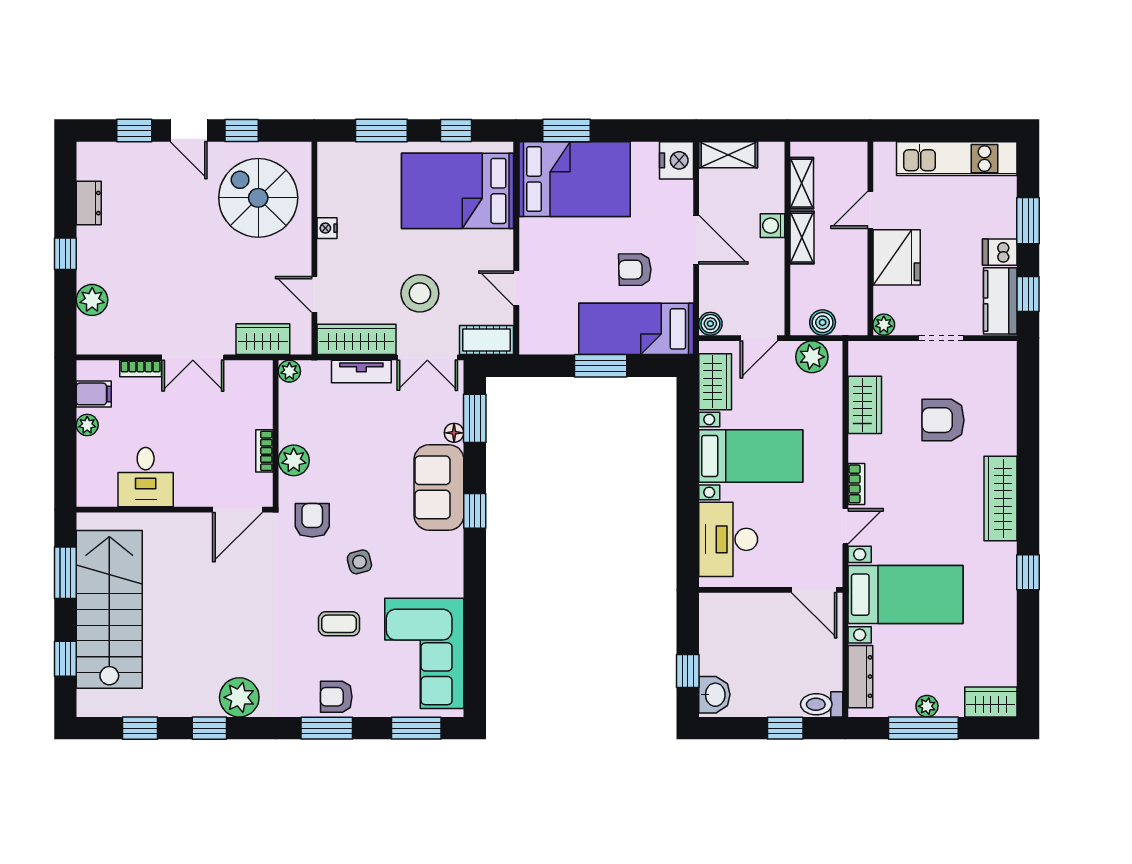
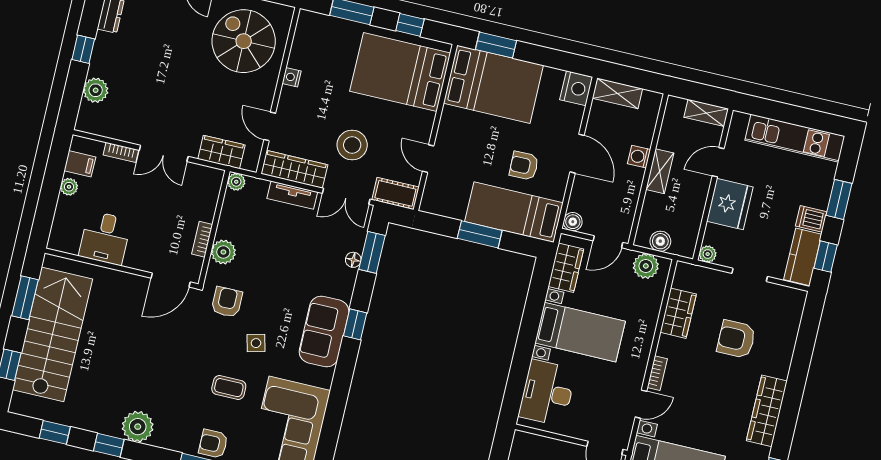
shelving: (802, 183) -> (706, 113), moved, turned 90
sofa: (439, 487) -> (324, 332), moved

